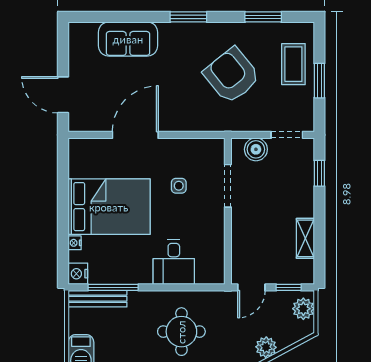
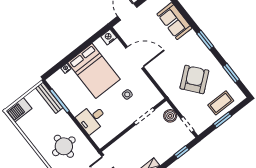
nightstand: (78, 274) -> (109, 37), moved

